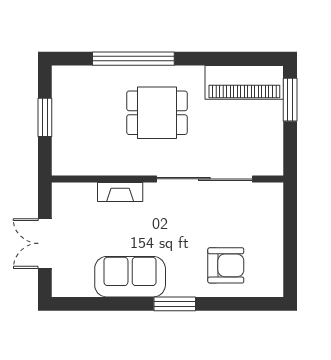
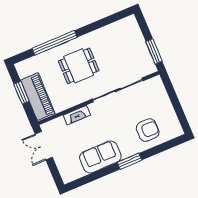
piano: (244, 82) -> (38, 97), moved, turned -90
window: (290, 100) -> (154, 51), moved
double door: (45, 243) -> (44, 146), moved

